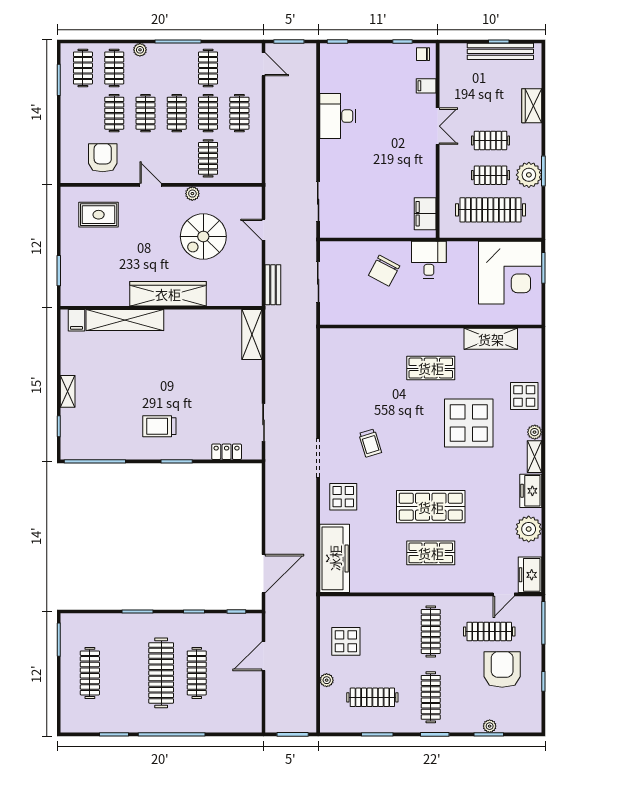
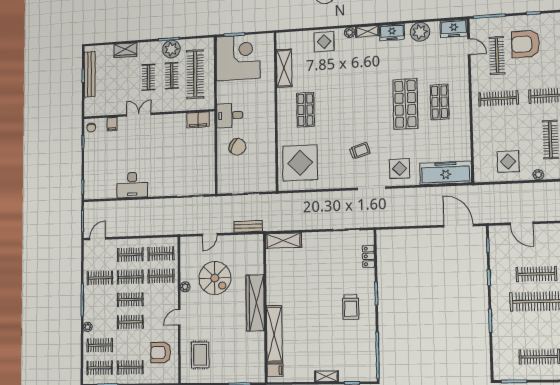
clothes rail: (114, 113) -> (130, 367), moved
clothes rail: (239, 158) -> (161, 254), added
display table: (469, 423) -> (300, 163), moved

